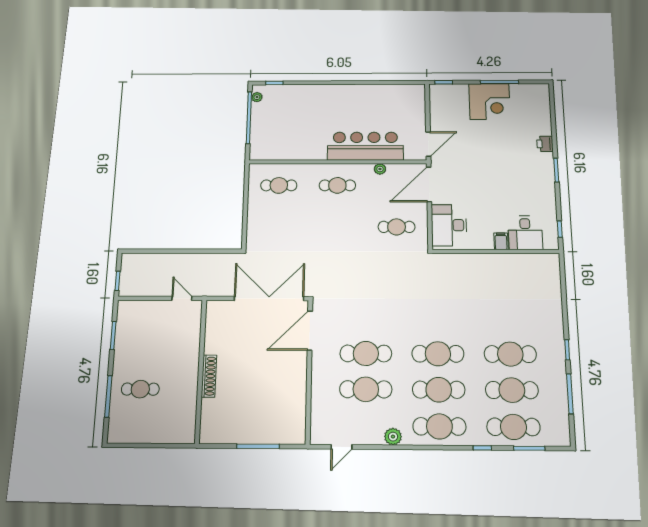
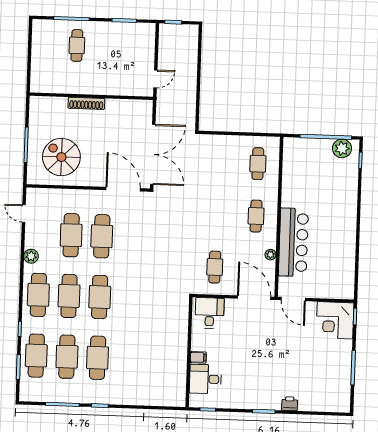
plant: (257, 97) -> (342, 148), width x1.88, depth x1.88
corner desk: (489, 102) -> (335, 320), moved
desk: (449, 225) -> (210, 313), width x0.73
spiral stairs: (273, 404) -> (61, 157), added

